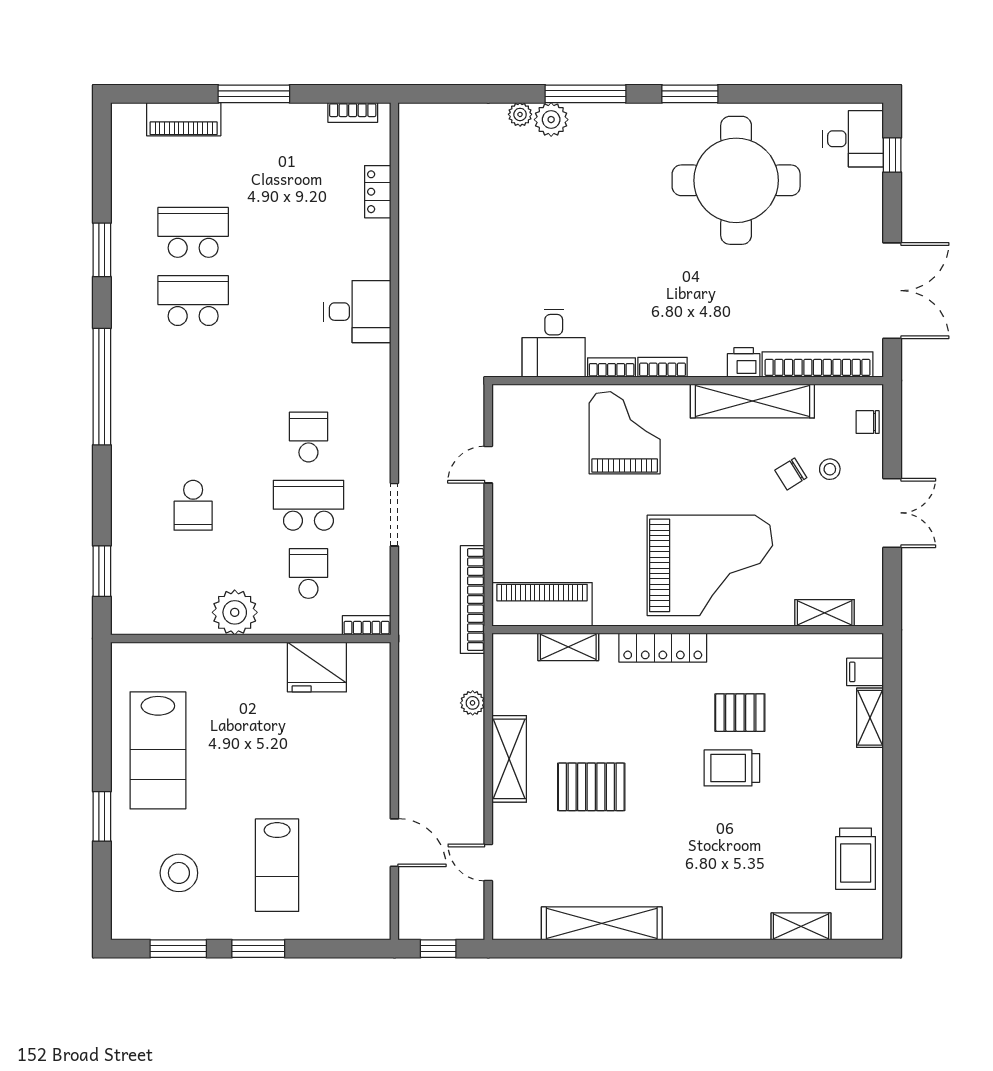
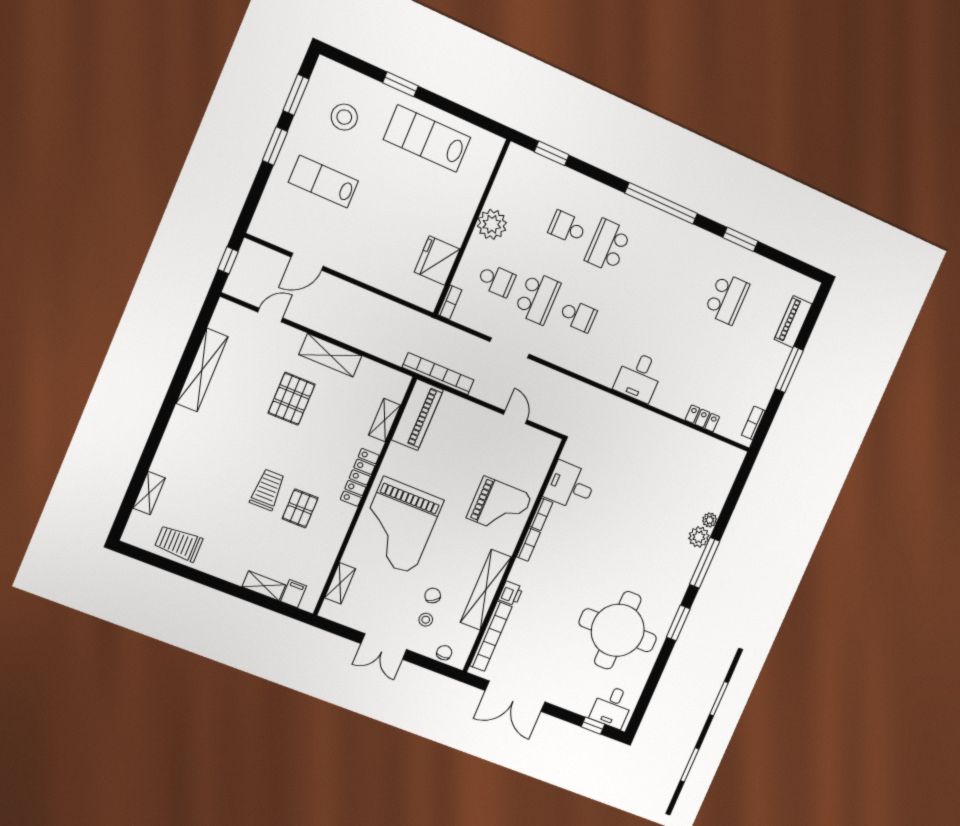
school desk: (193, 301) -> (608, 246), moved, turned 180
plant: (473, 703) -> (375, 347), removed

